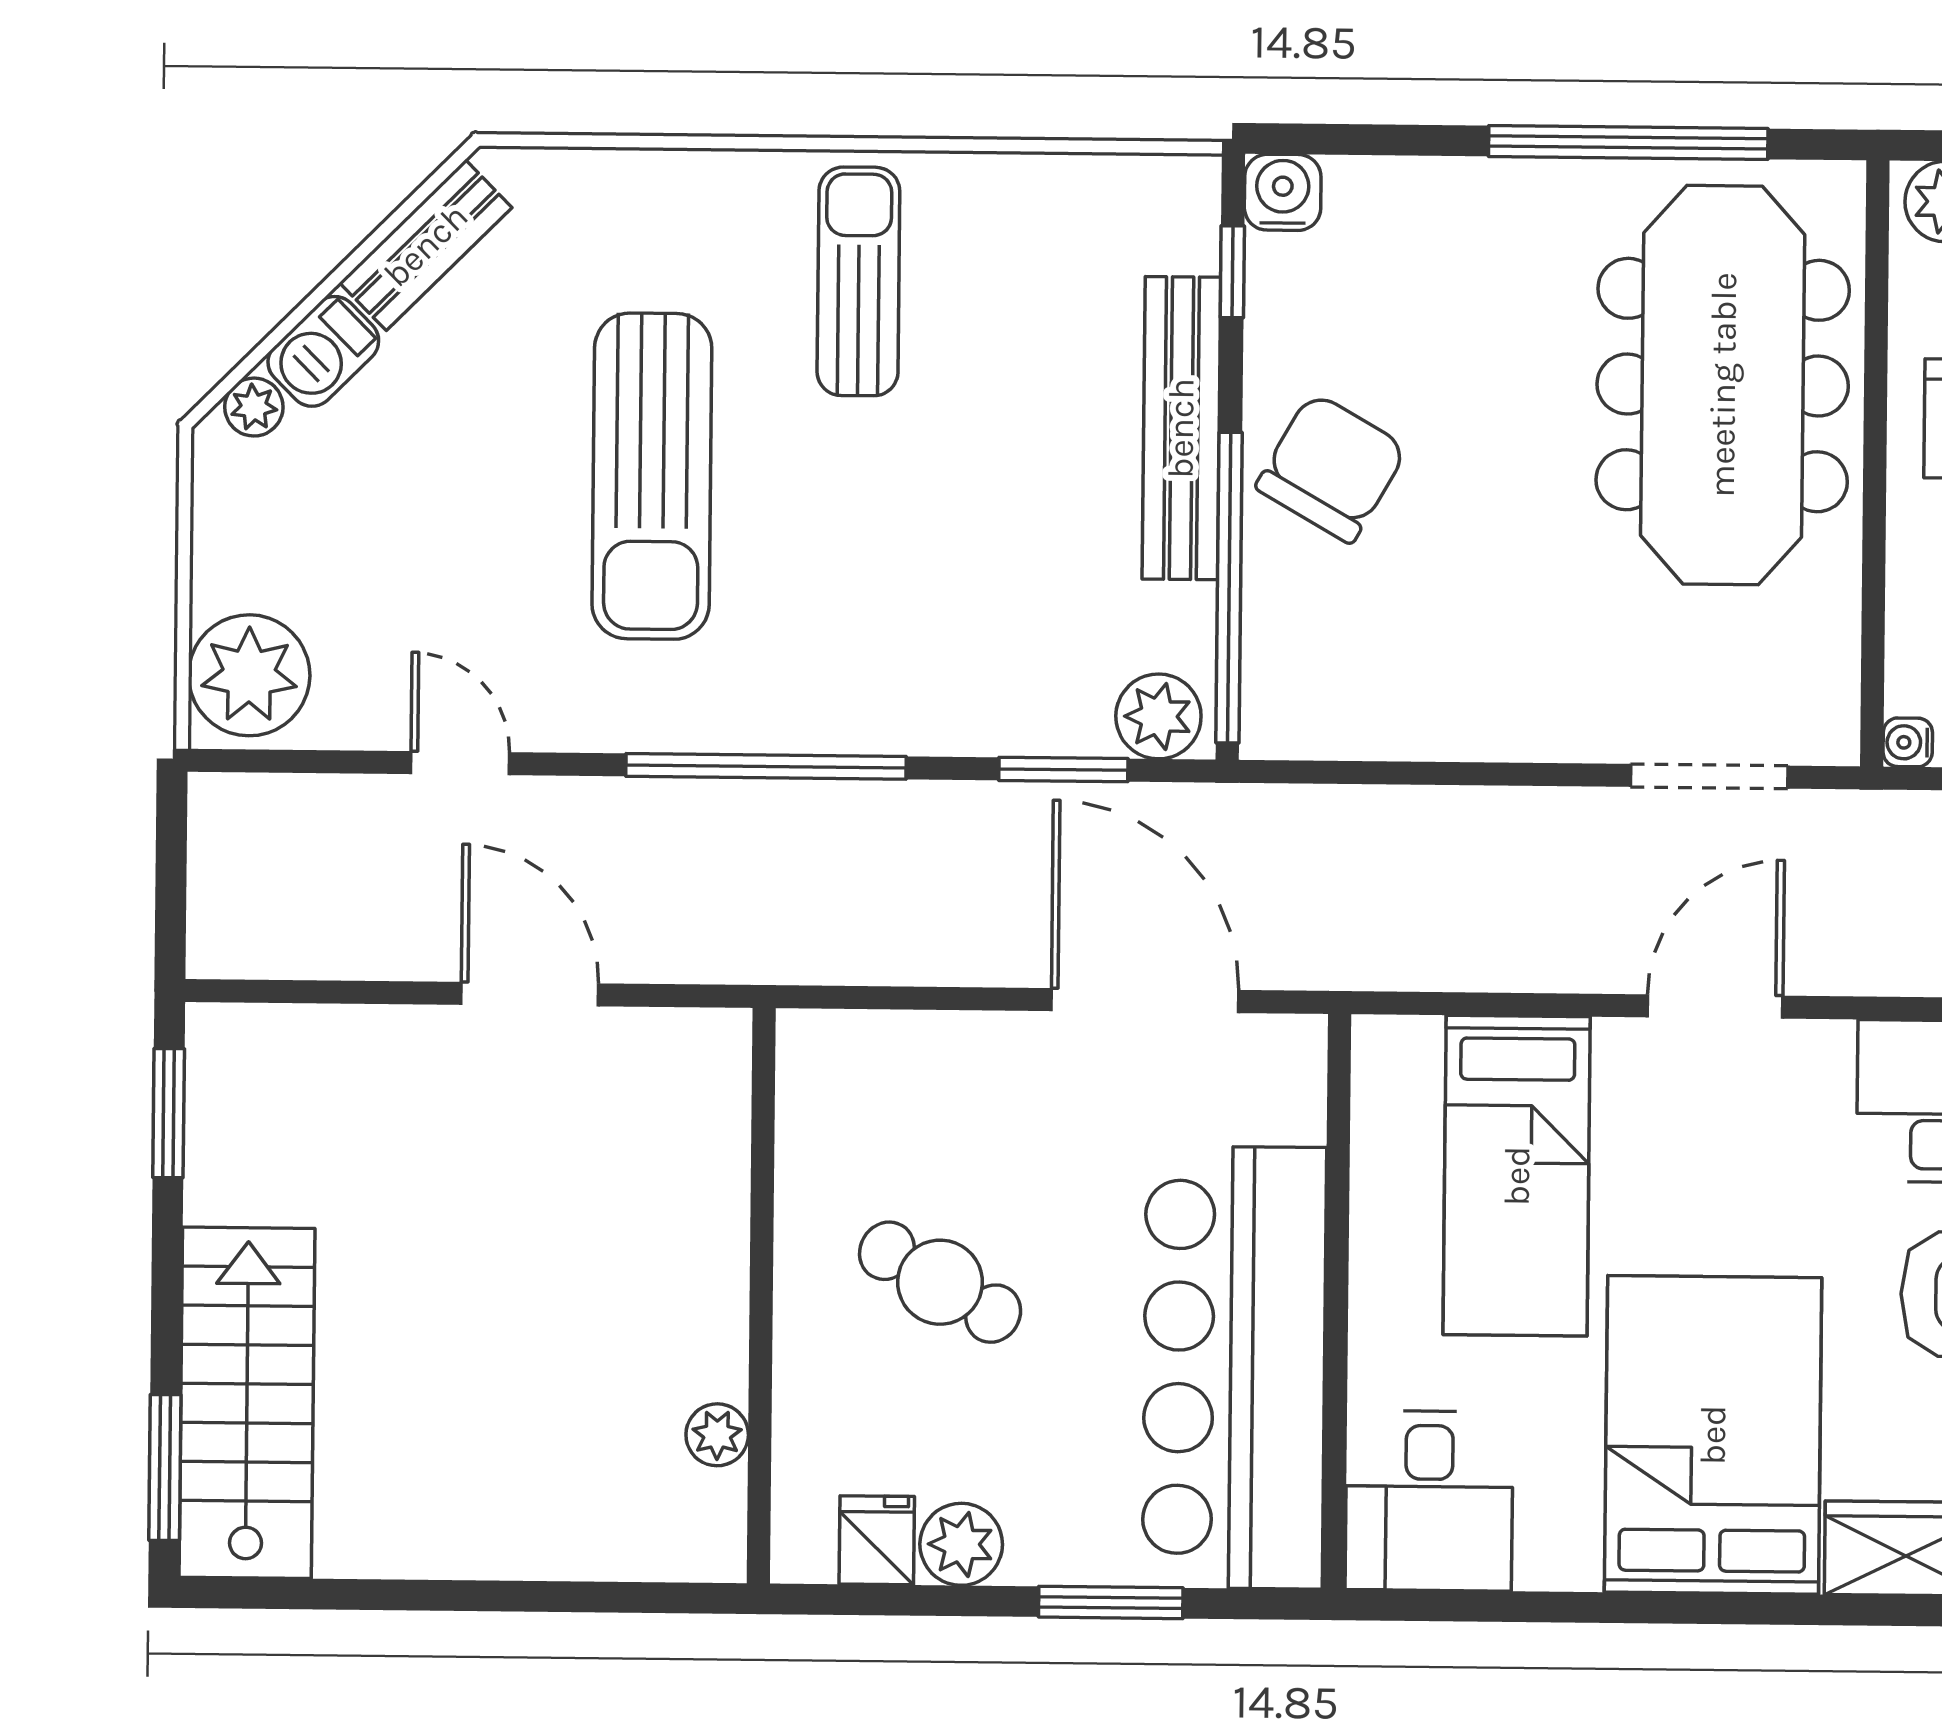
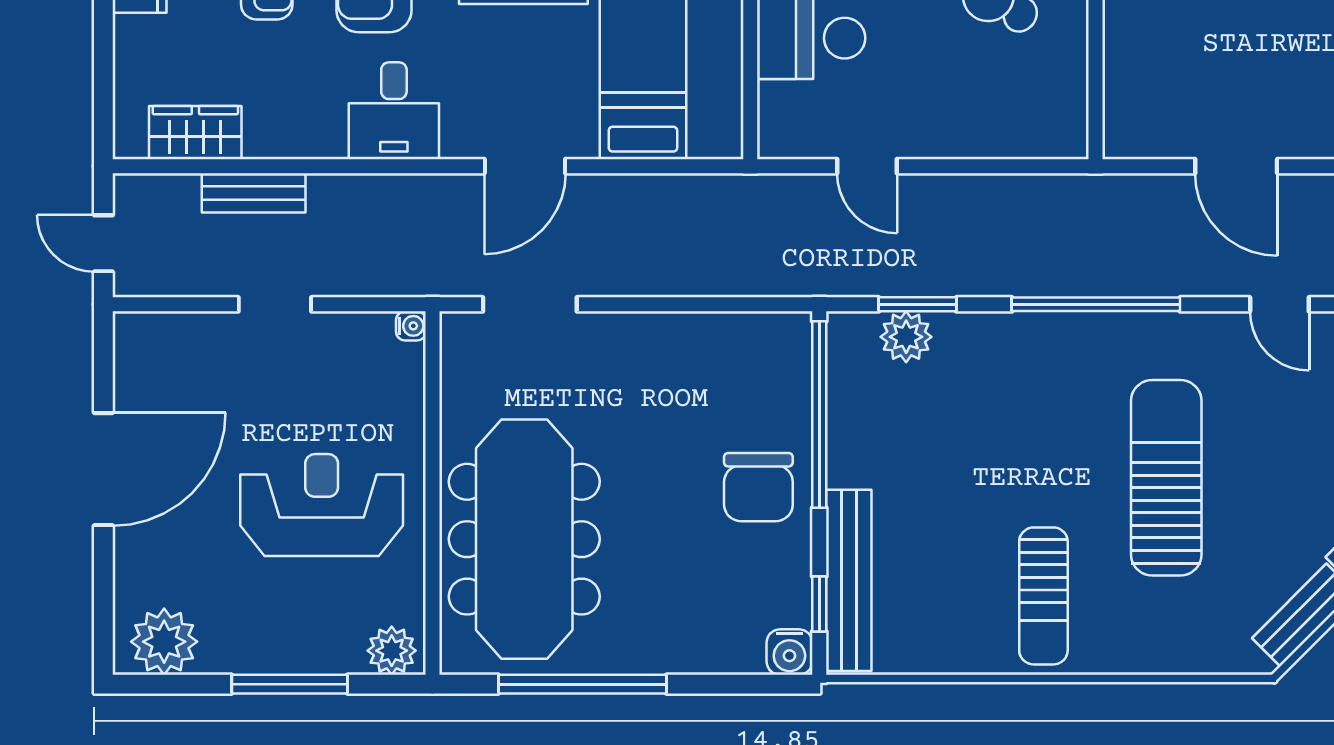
bench: (1181, 428) -> (849, 580), moved
chair: (1332, 468) -> (758, 487), turned -30
plant: (1158, 716) -> (906, 337), moved
door: (1145, 1001) -> (867, 166), width x0.53

